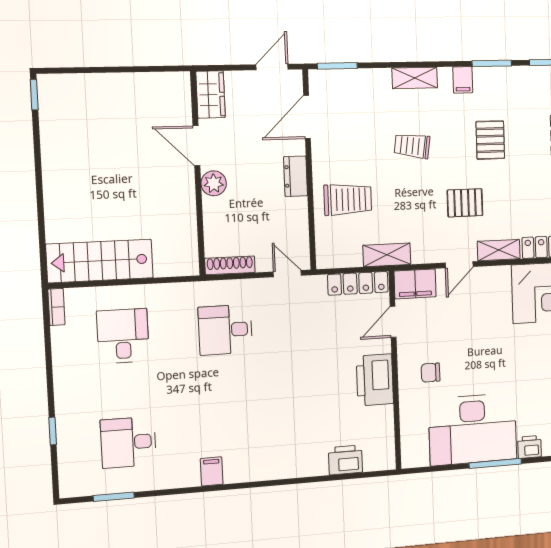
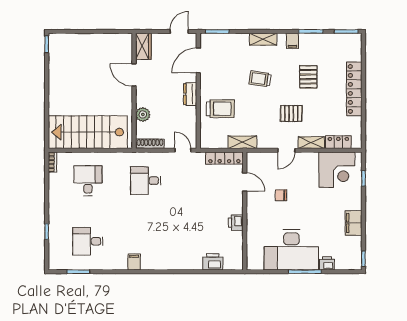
plant: (214, 183) -> (143, 115), moved
stairs: (100, 261) -> (88, 132), width x1.36, depth x1.51
filing cabinet: (415, 284) -> (259, 160), removed
door: (393, 322) -> (245, 182), swing flipped
chair: (431, 373) -> (281, 195), moved
printer: (375, 380) -> (236, 223), width x0.53, depth x0.68

